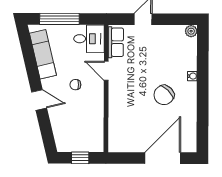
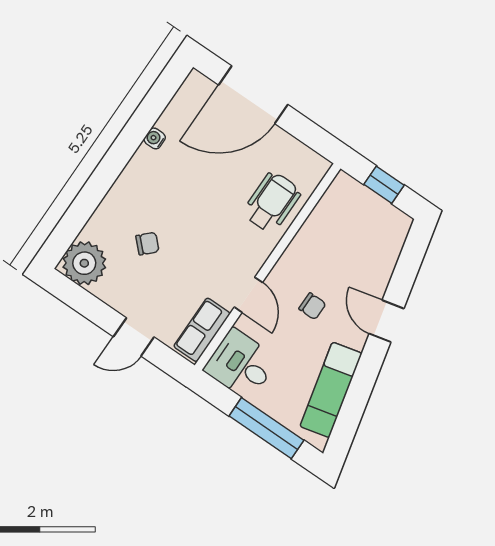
plant: (191, 31) -> (84, 263), width x1.87, depth x1.87
water cooler: (192, 76) -> (155, 138), moved
chair: (164, 95) -> (147, 244), moved, width x0.54, depth x0.54
wheelchair: (123, 117) -> (272, 202), added

